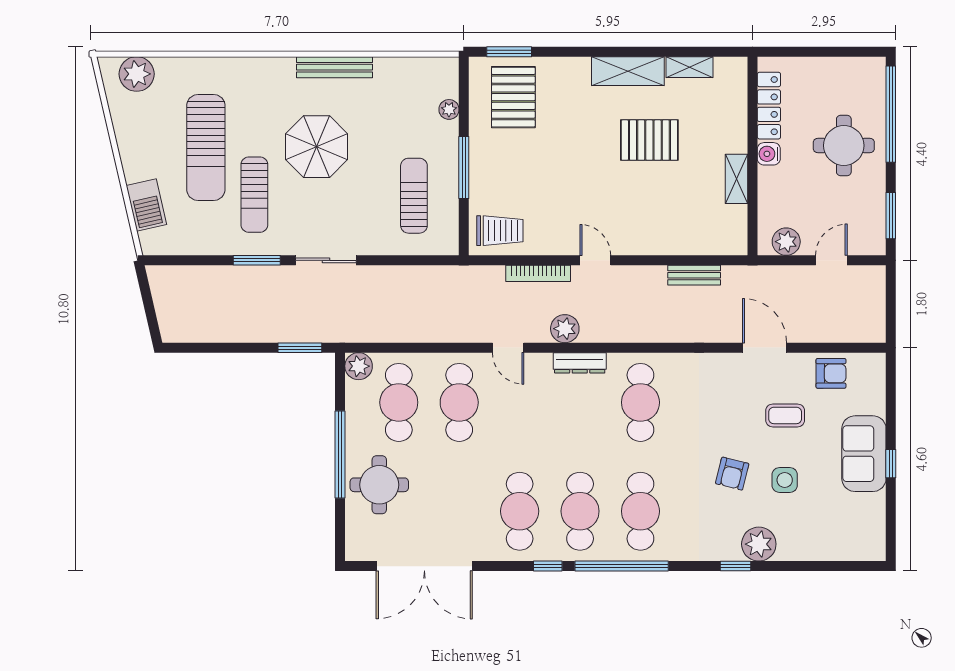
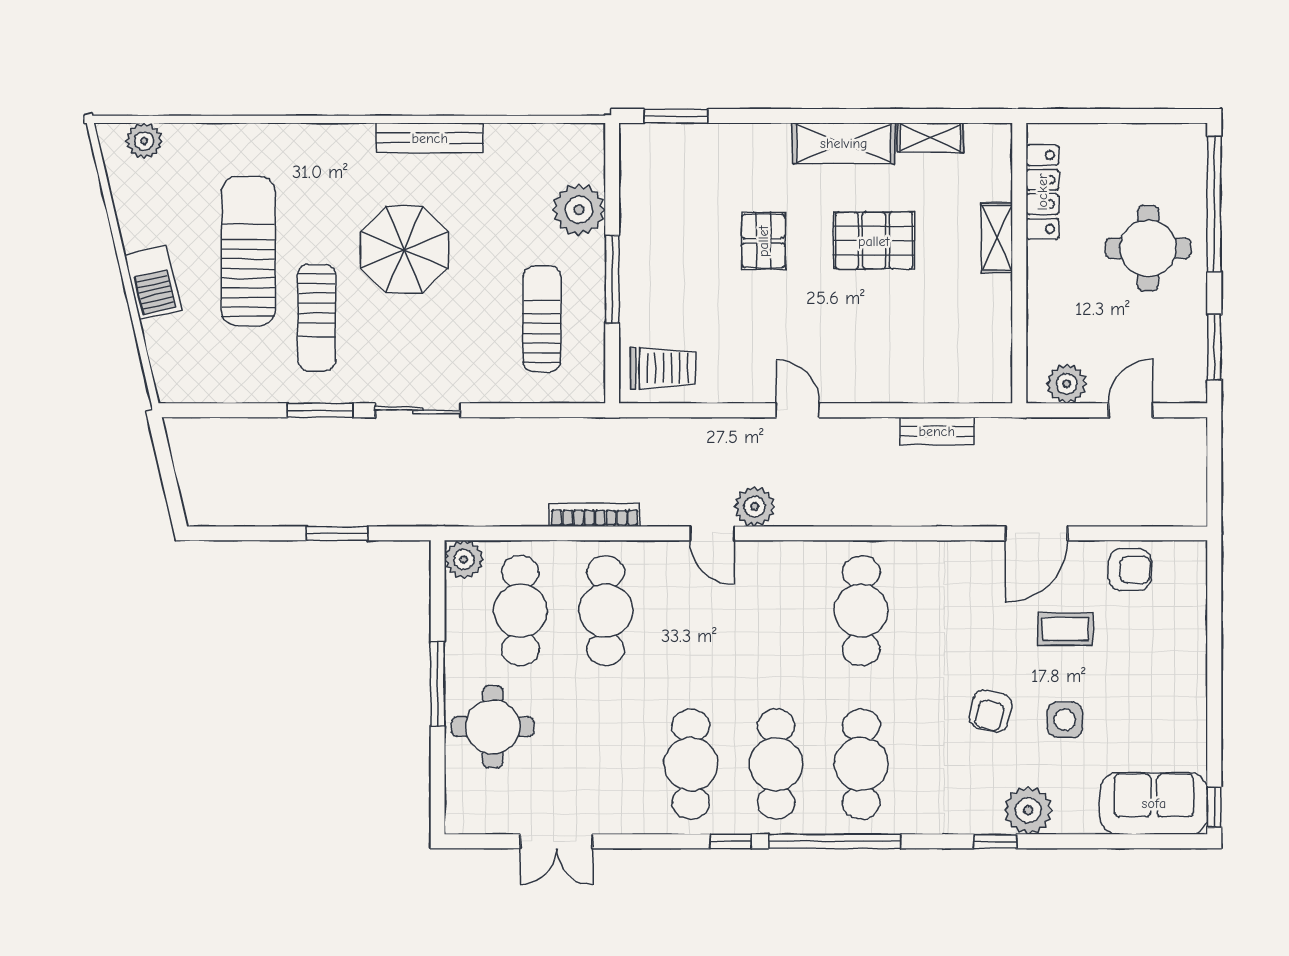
plant: (137, 74) -> (144, 141), width x0.73, depth x0.73
pallet: (513, 97) -> (763, 241), moved, width x0.67, depth x0.71
plant: (449, 109) -> (579, 210), width x1.88, depth x1.88
sun lounger: (206, 147) -> (248, 251), turned 180
water cooler: (769, 154) -> (1042, 260), removed
shelving: (737, 179) -> (997, 238), moved
barbecue: (146, 205) -> (153, 282), moved
bookcase: (538, 273) -> (595, 515), moved, turned 180
window: (300, 348) -> (337, 533), moved
door: (508, 348) -> (712, 533), moved
door: (765, 348) -> (1036, 533), swing flipped
dresser: (580, 363) -> (776, 555), removed
window: (340, 454) -> (438, 684), width x0.68
sofa: (864, 454) -> (1154, 803), moved, turned 90
window: (891, 464) -> (1214, 807), moved
double door: (424, 566) -> (556, 841), width x0.54

